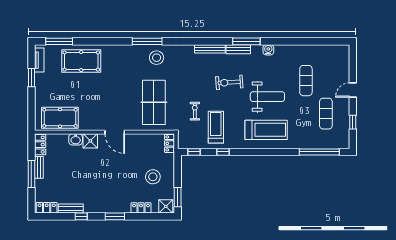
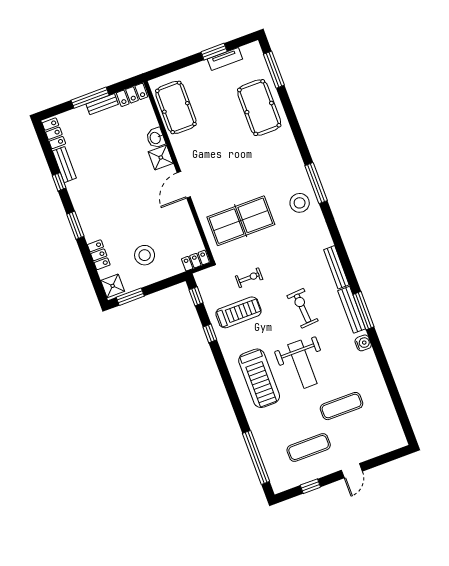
bench: (238, 49) -> (352, 310), width x1.36
tv unit: (39, 60) -> (225, 59), moved
door: (353, 90) -> (352, 471), swing flipped

